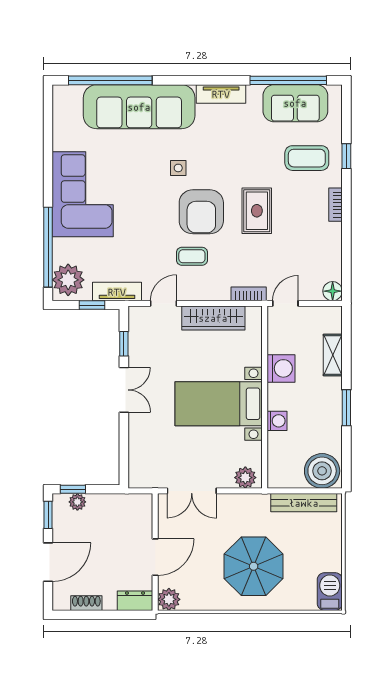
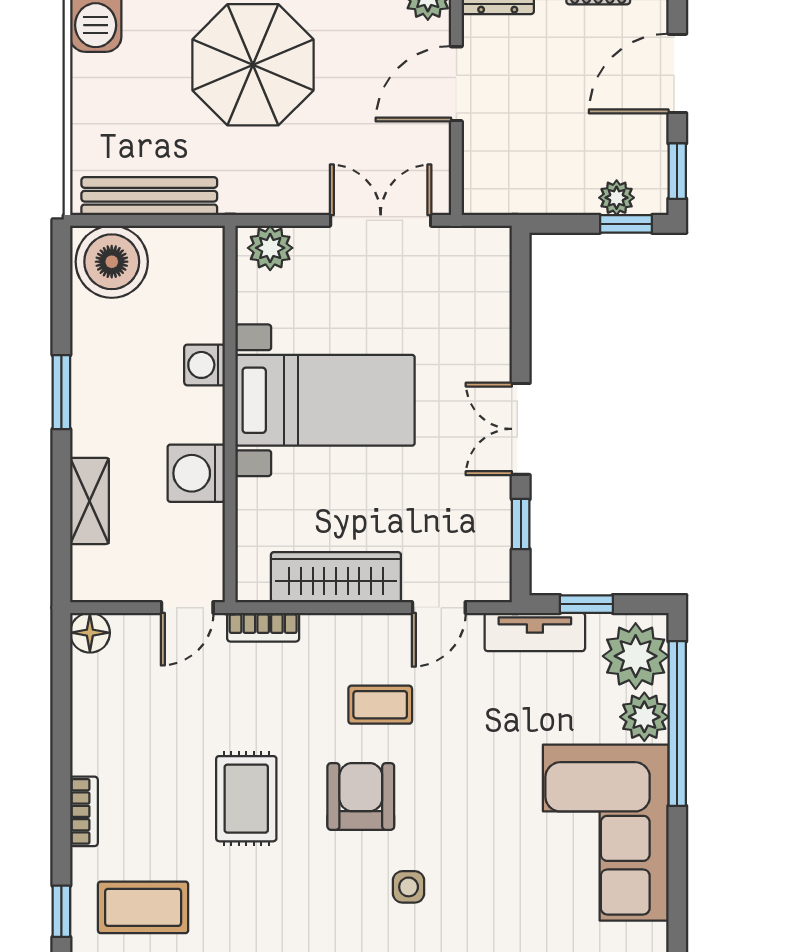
armchair: (201, 212) -> (361, 796), width x0.73, depth x0.73
plant: (64, 250) -> (644, 717), added

